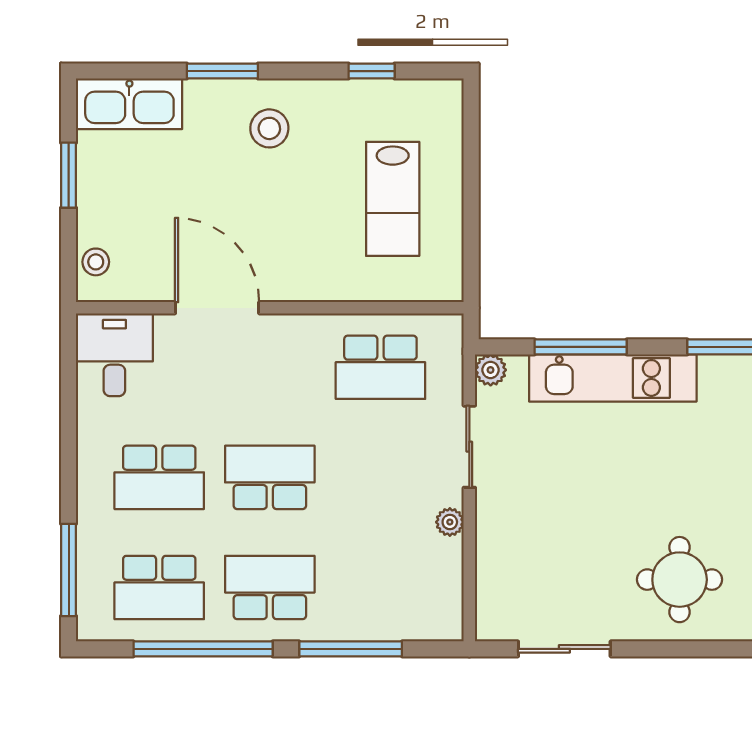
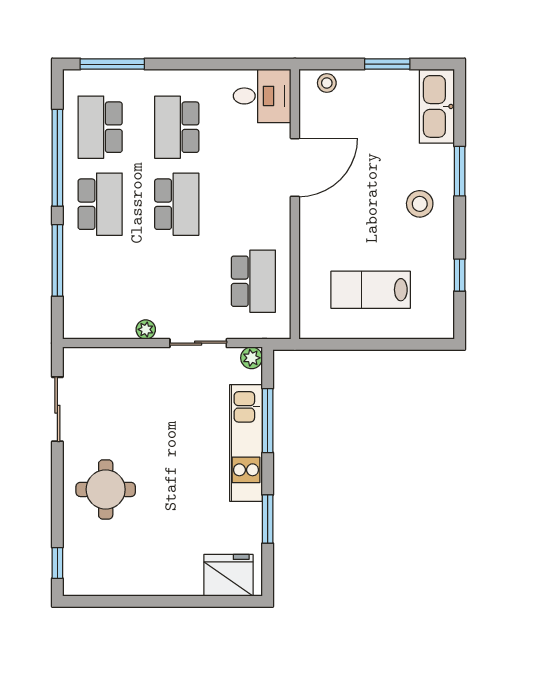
school desk: (380, 367) -> (253, 281), turned 180

